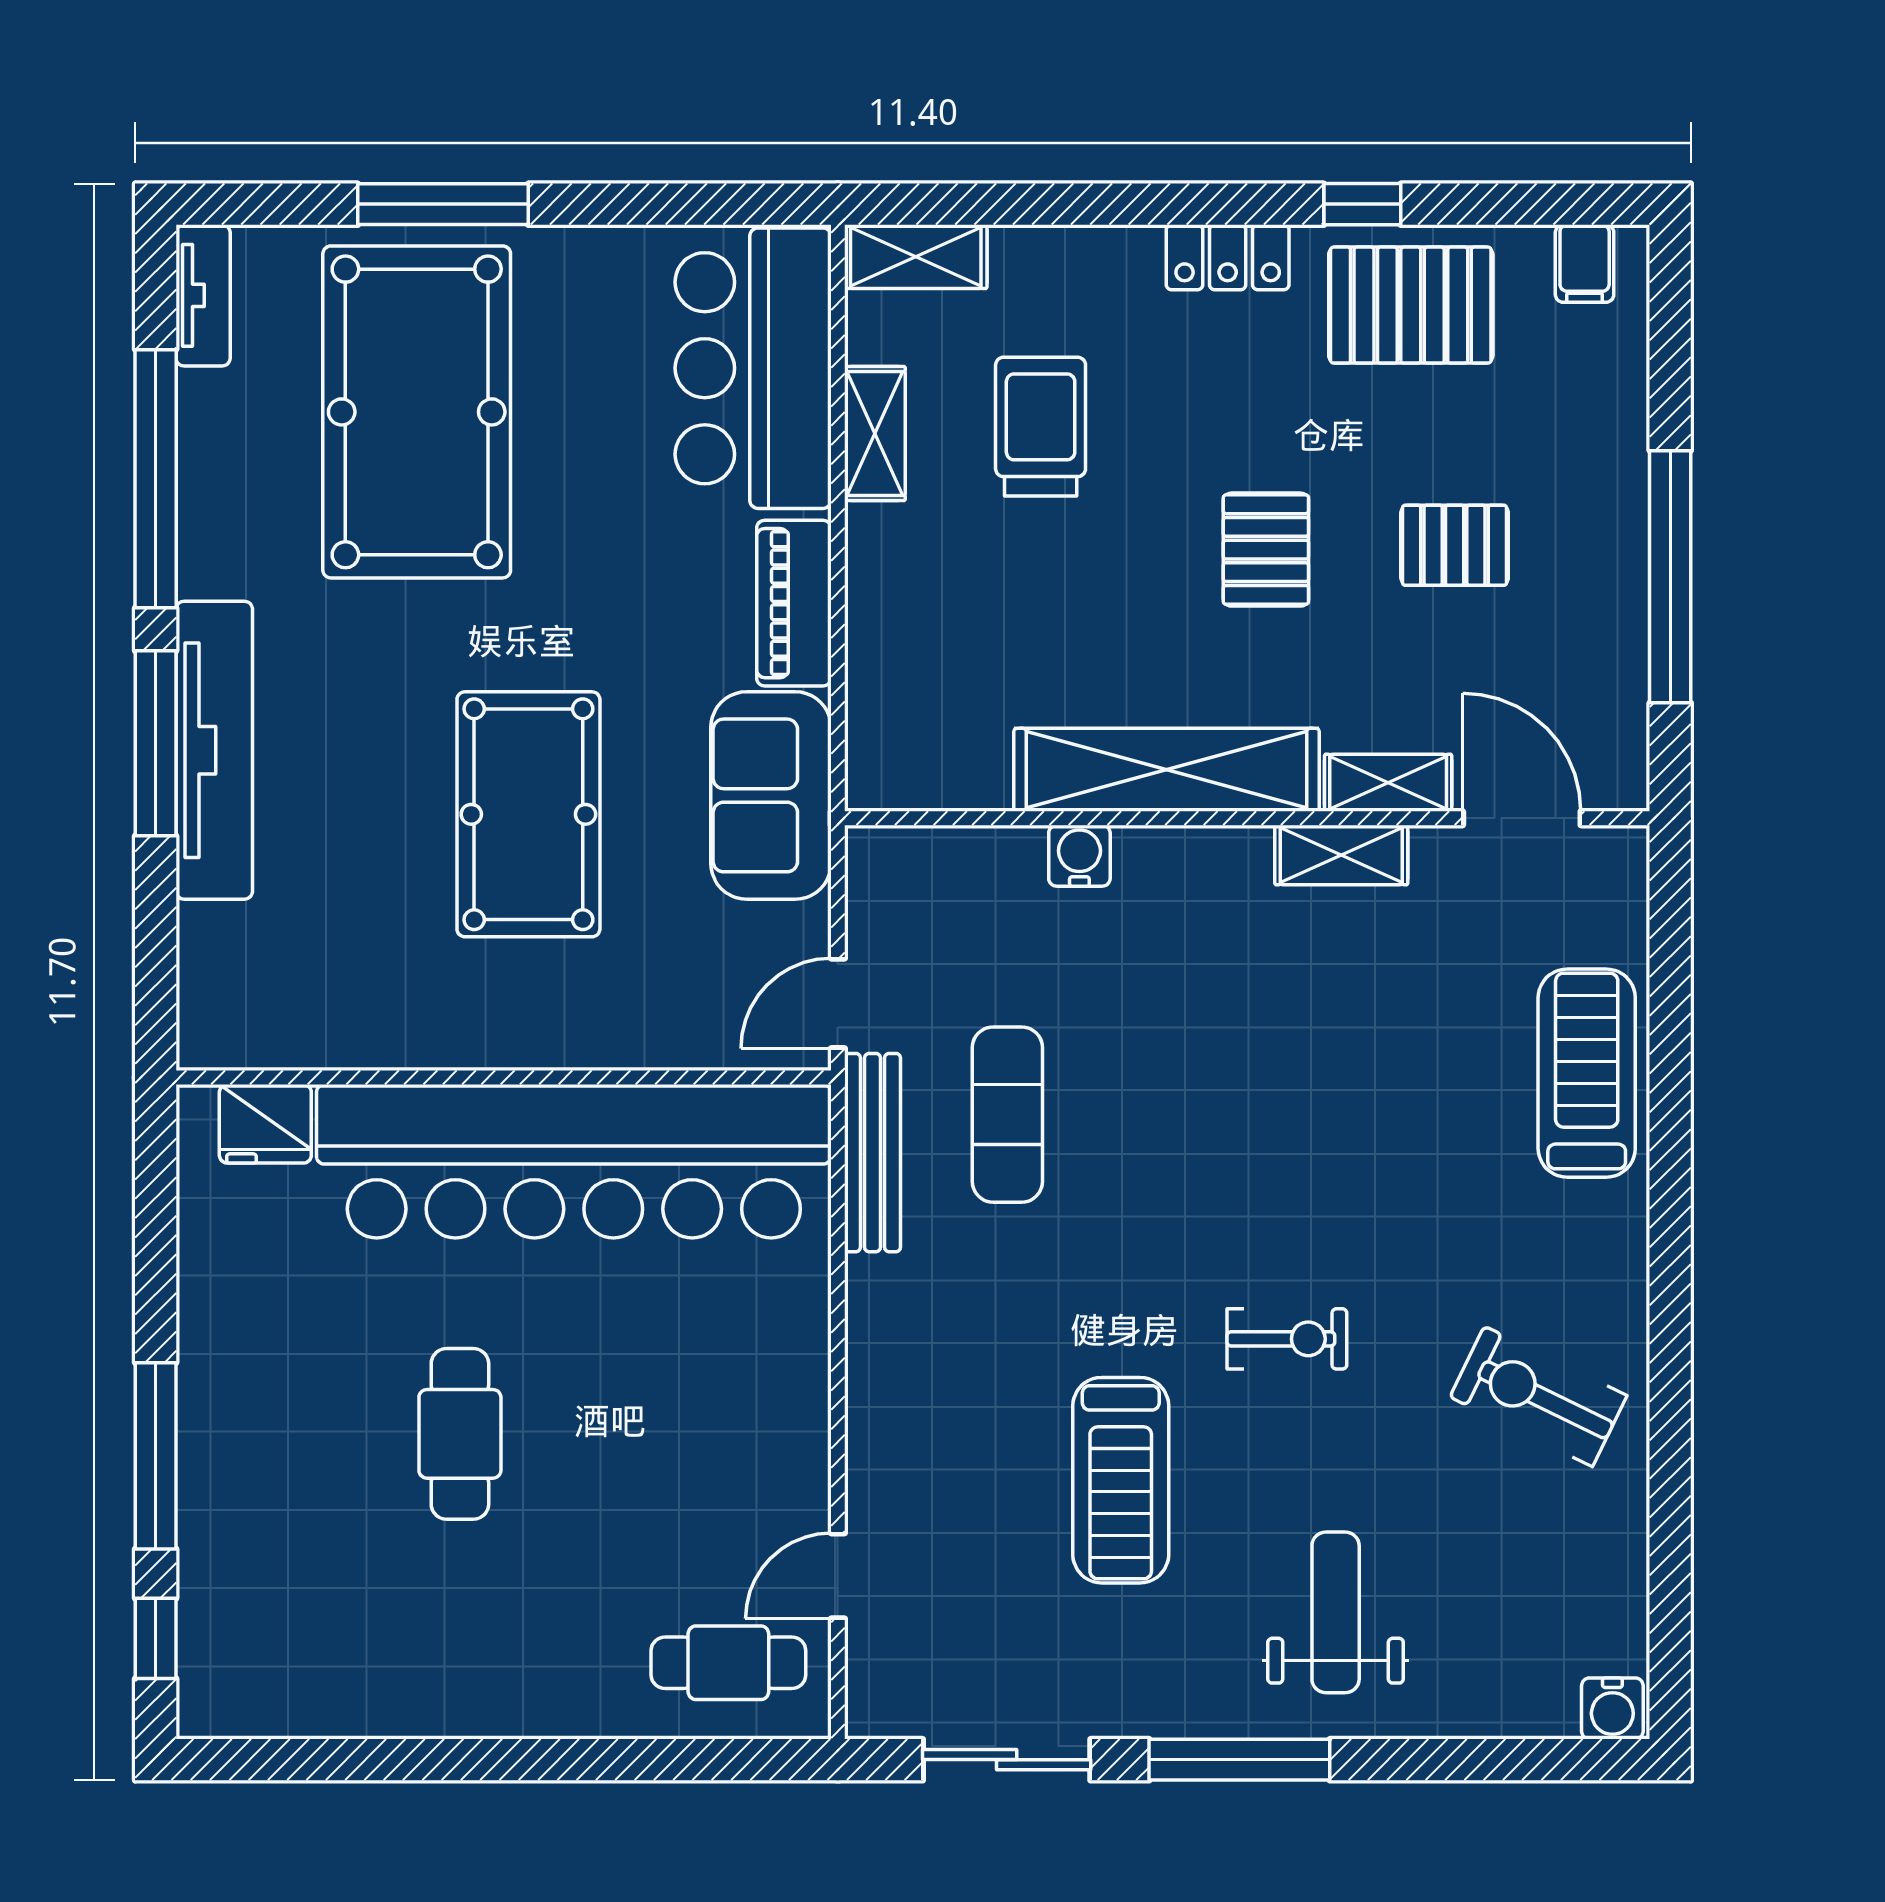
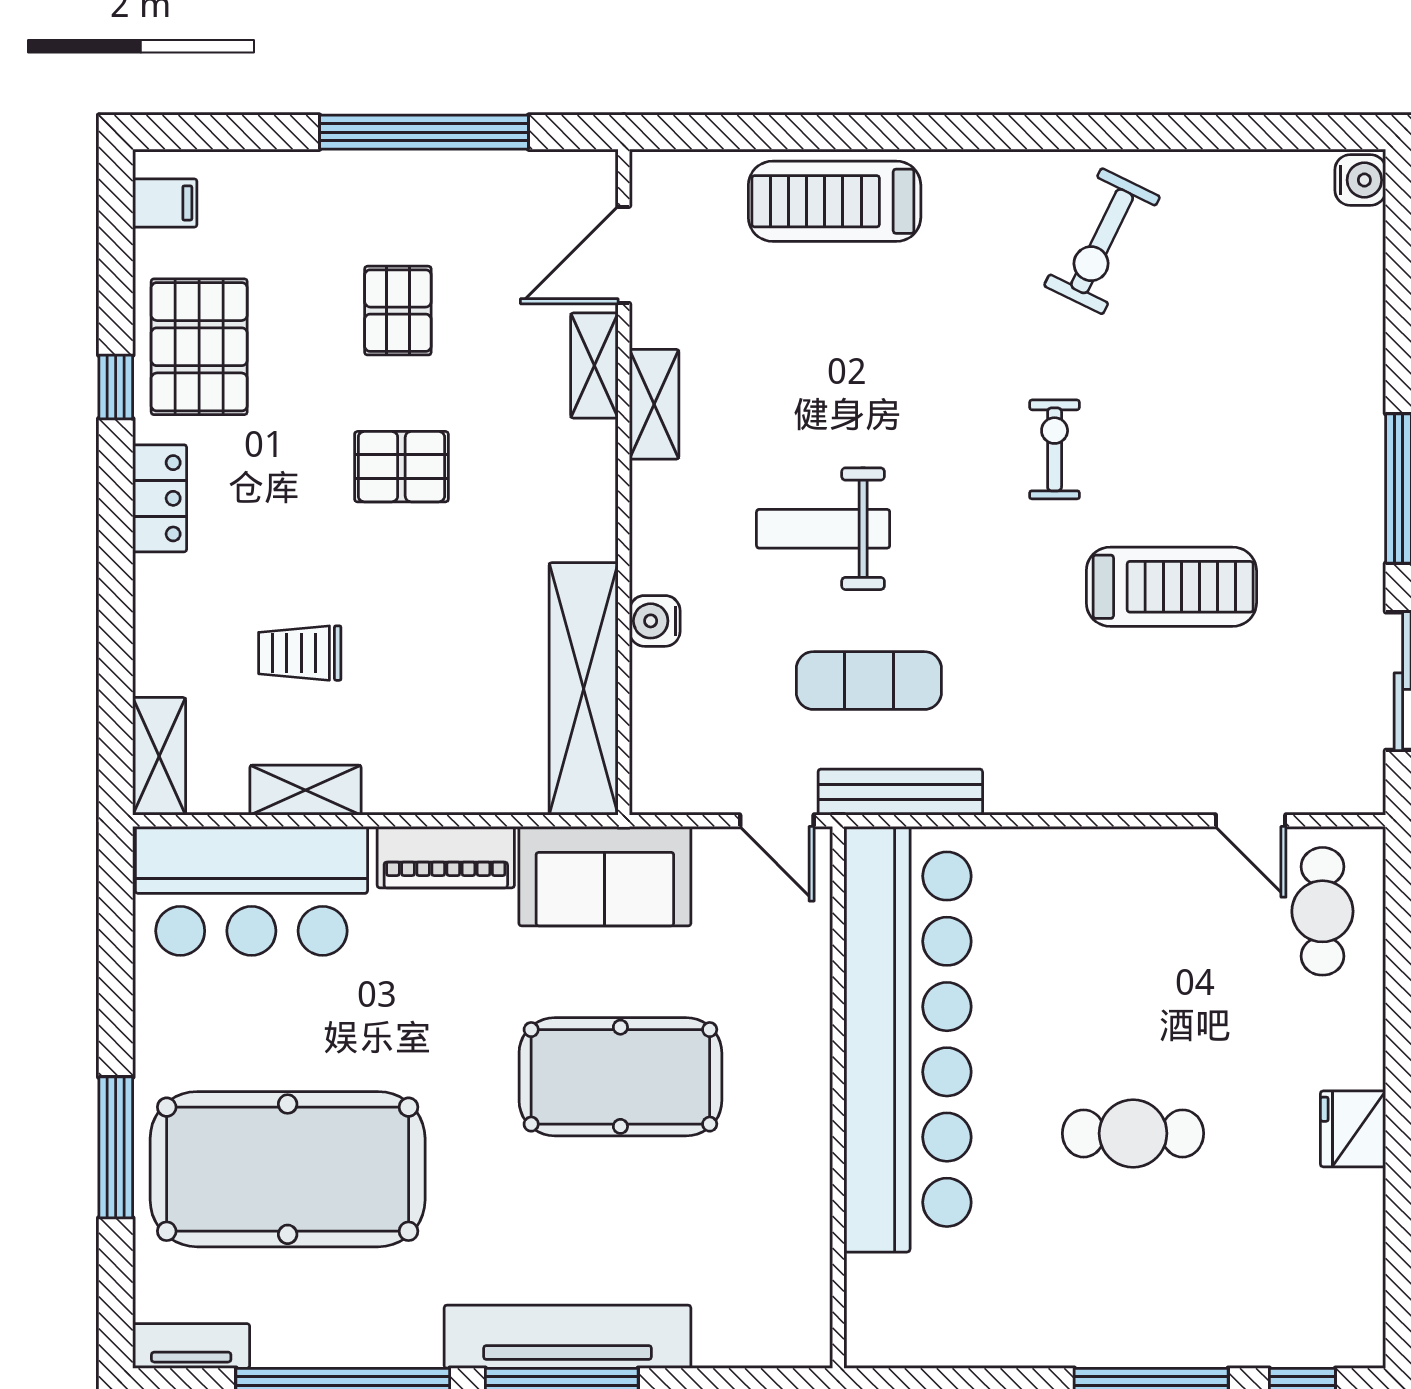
trolley: (1041, 427) -> (300, 653), width x0.73, depth x0.72
shelving: (1167, 770) -> (584, 689), moved
fridge: (265, 1124) -> (1353, 1129), moved, turned 180
weight bench: (1336, 1612) -> (823, 529), moved

